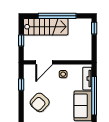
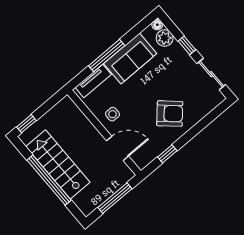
stairs: (46, 27) -> (58, 164), moved
window: (21, 41) -> (115, 198), width x2.17
window: (94, 96) -> (107, 56), width x0.68

